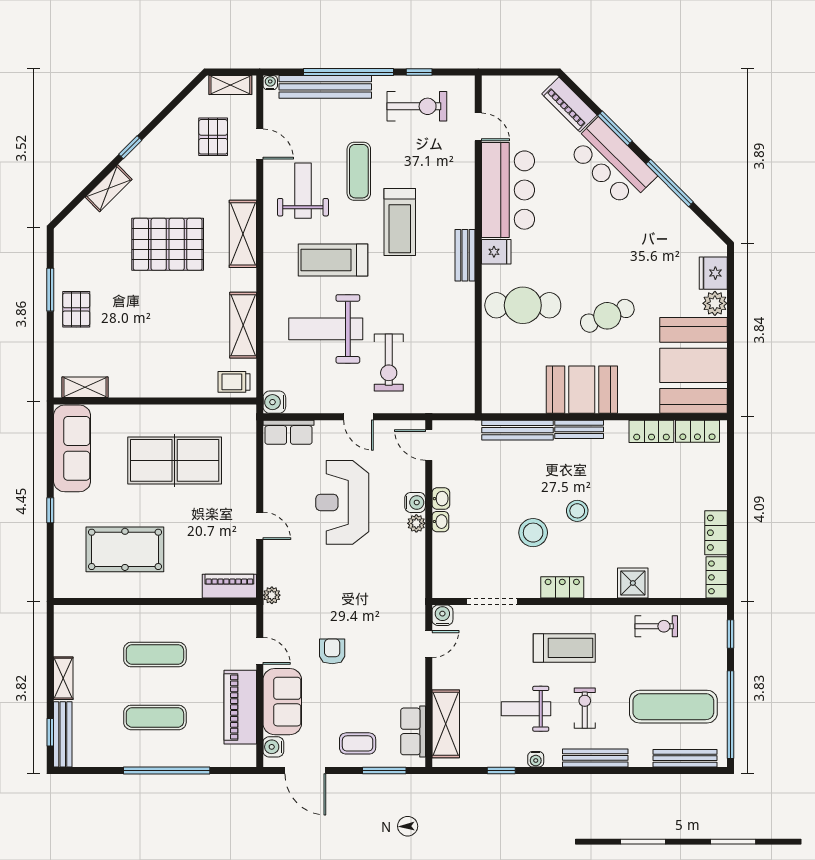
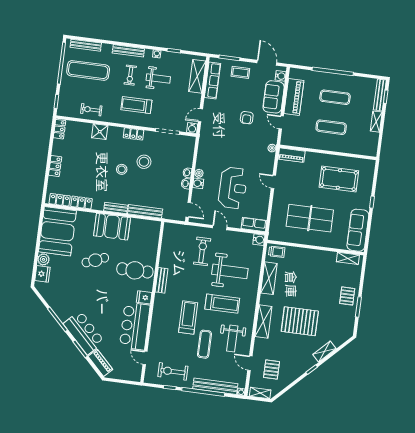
bench: (465, 255) -> (162, 280), moved
locker: (716, 533) -> (55, 166), moved
row of seats: (413, 731) -> (213, 80), width x1.48

